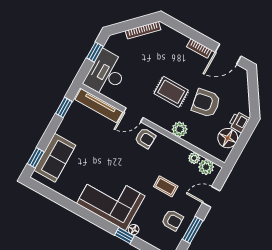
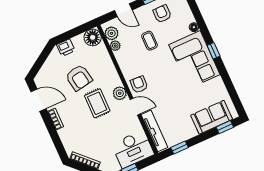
plant: (180, 129) -> (120, 93), moved
floor lamp: (228, 138) -> (93, 37), moved
window: (124, 235) -> (214, 51), moved

